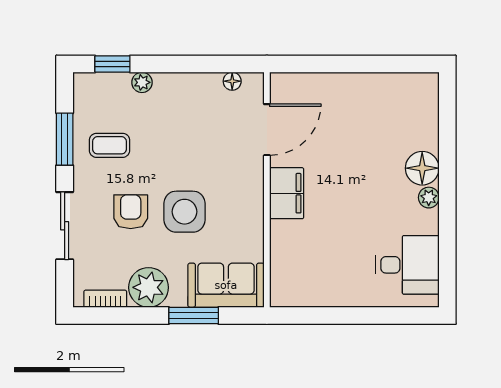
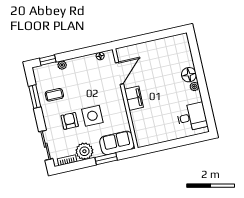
sliding door: (65, 226) -> (46, 145), moved

